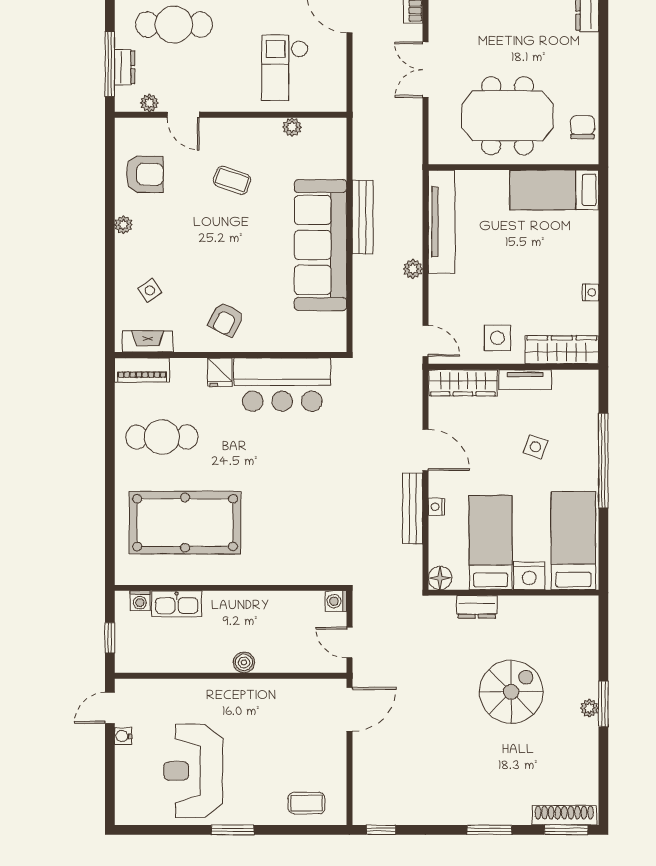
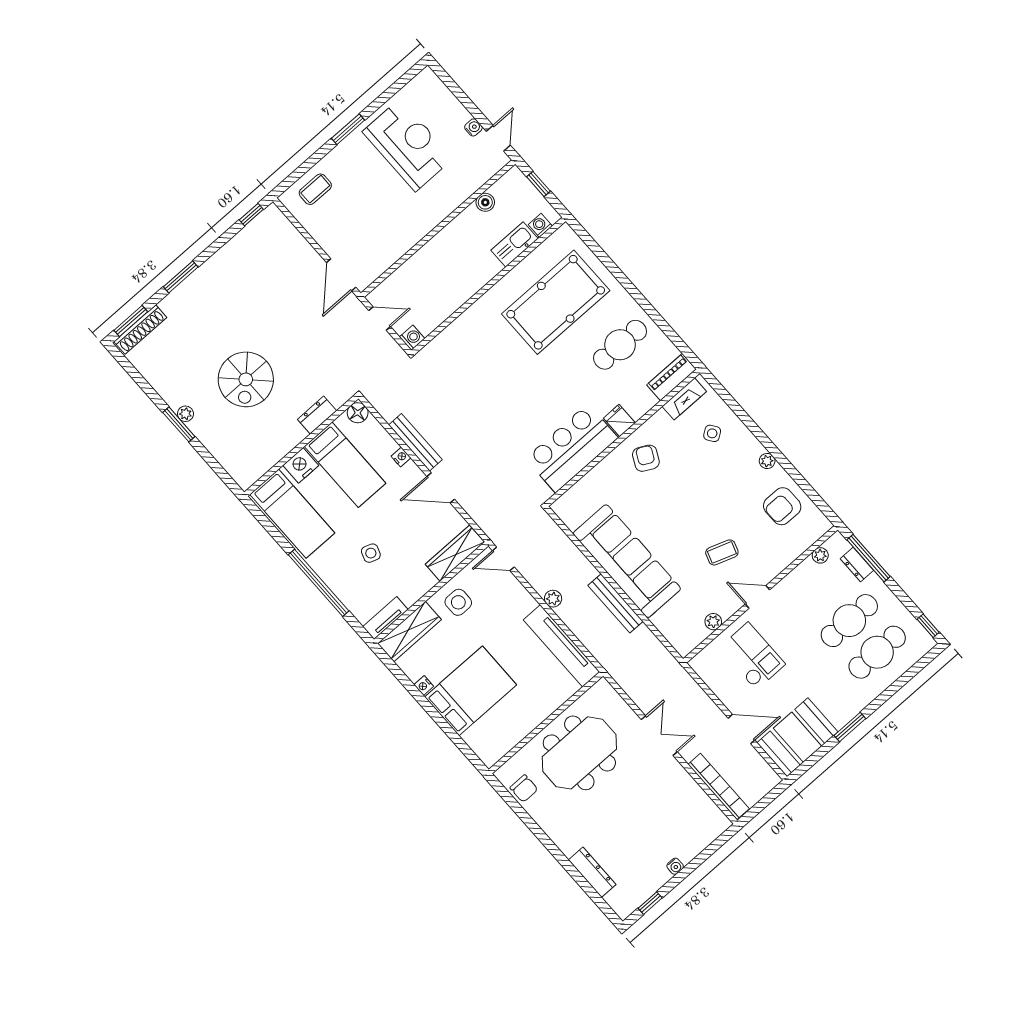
door: (183, 115) -> (758, 597), moved
bed: (554, 190) -> (471, 691), moved, width x1.50
tv unit: (525, 380) -> (385, 618), moved
boiler: (244, 662) -> (485, 202), moved

